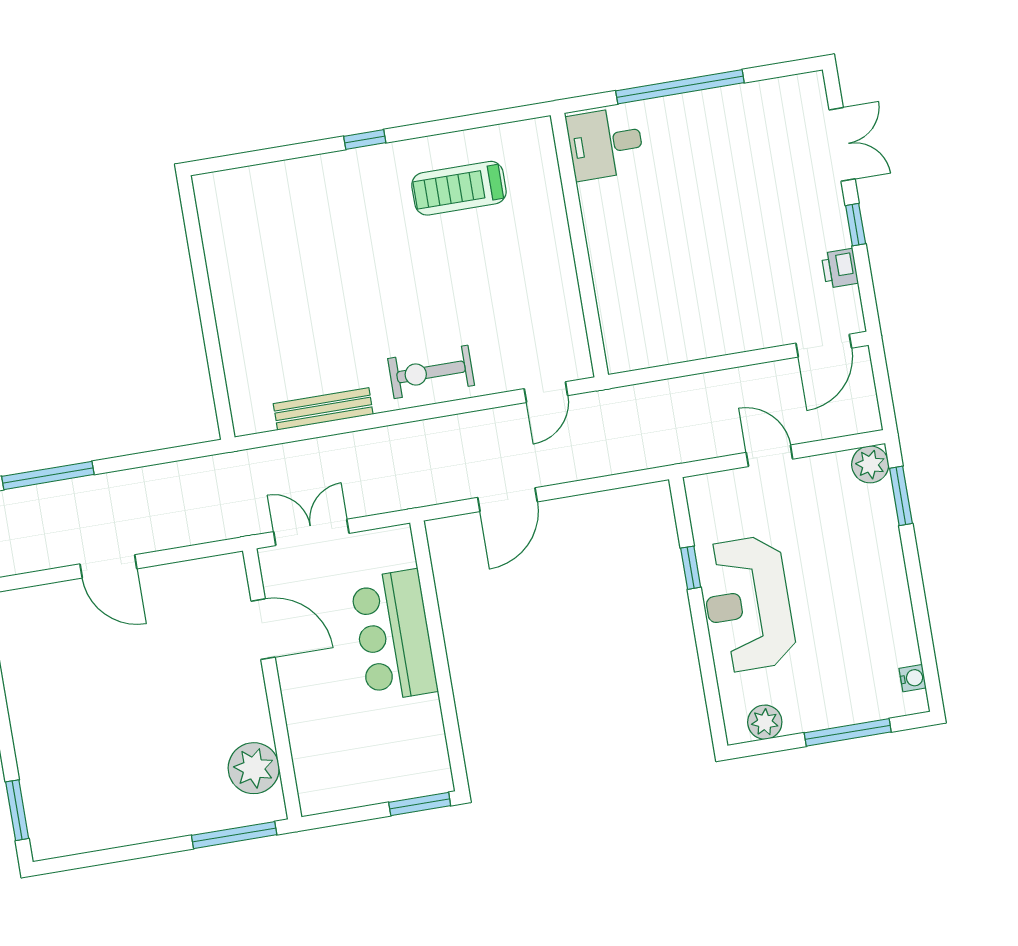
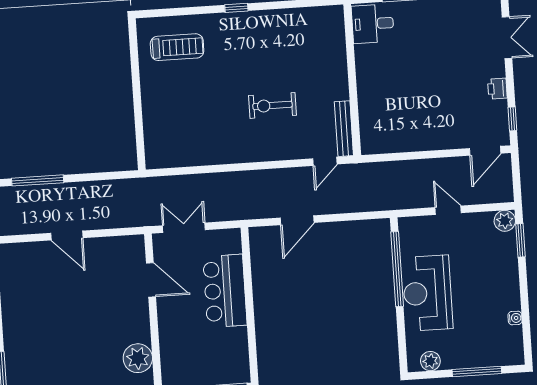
treadmill: (459, 188) -> (177, 47), moved, turned 180
window: (856, 225) -> (512, 119), moved
printer: (840, 268) -> (497, 89), moved
exercise bike: (431, 372) -> (272, 105), moved
bench: (323, 409) -> (344, 129), moved, turned 90
window: (691, 568) -> (397, 269), width x3.17
water cooler: (913, 678) -> (515, 318), moved

